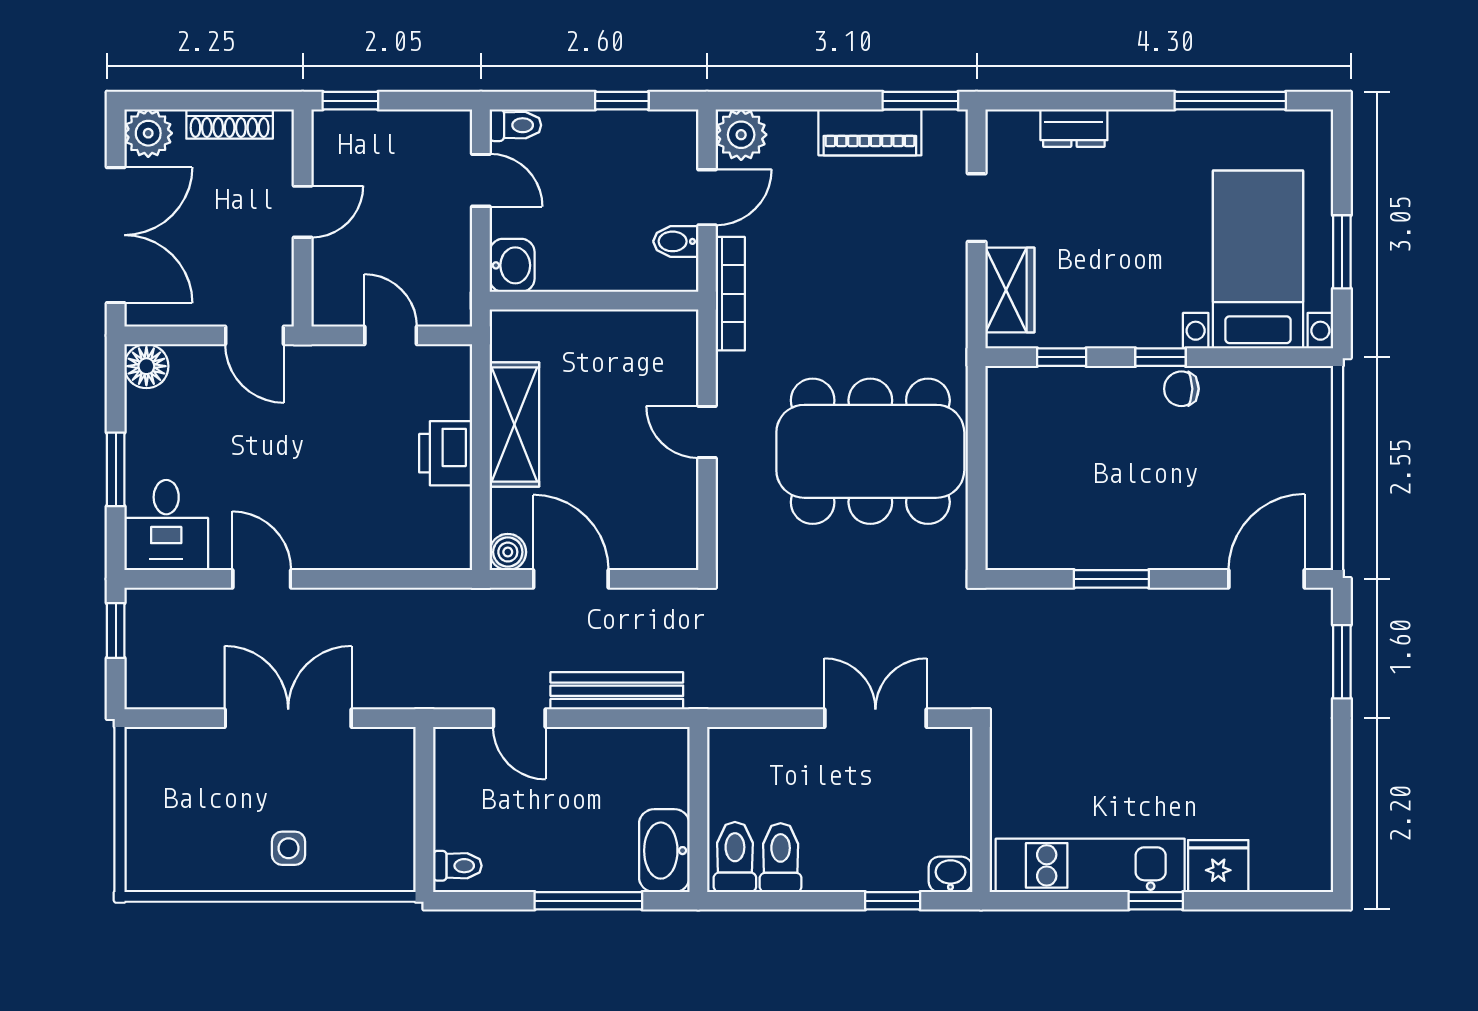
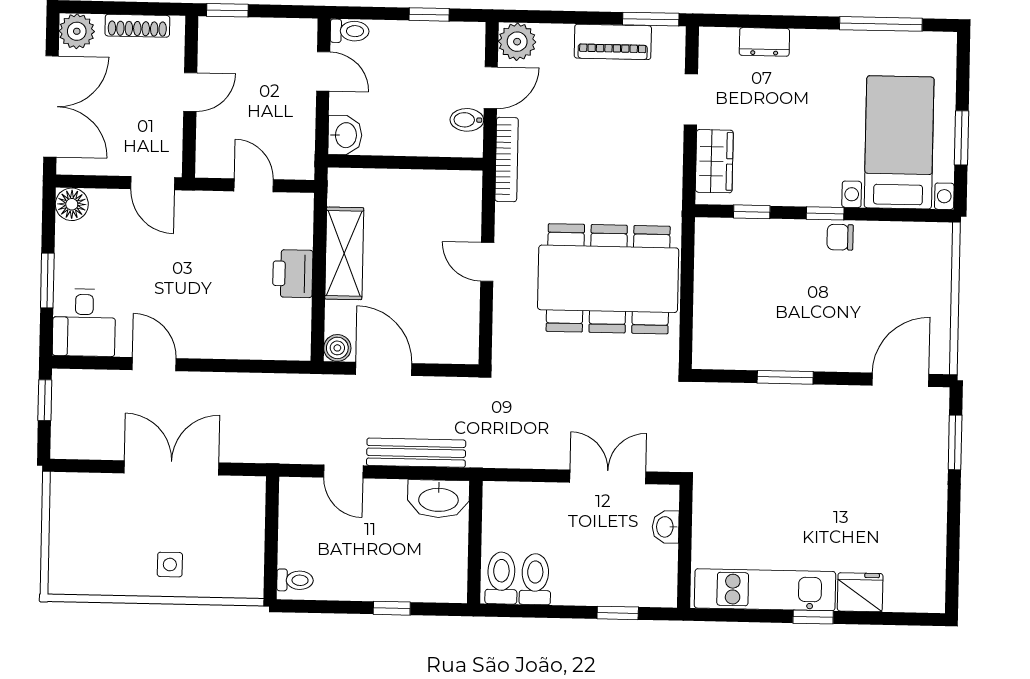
washbasin: (664, 851) -> (438, 499), moved, turned -90
washbasin: (950, 874) -> (666, 527), moved, turned -90
window: (588, 901) -> (392, 608), width x0.46

